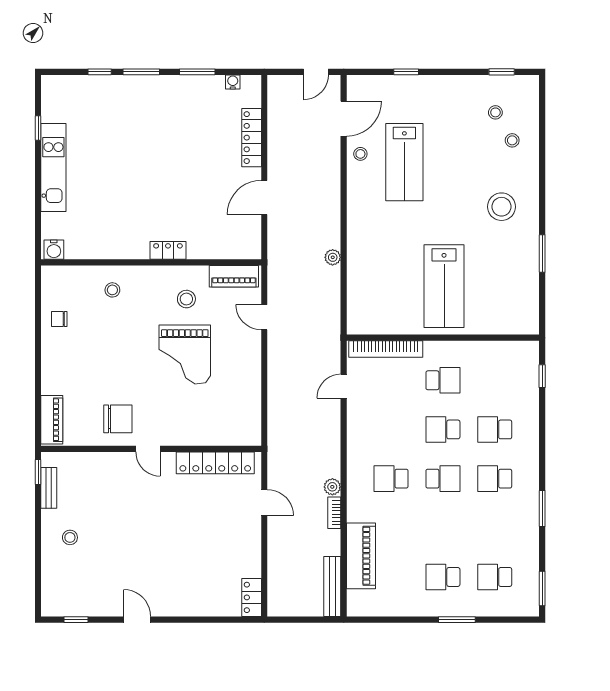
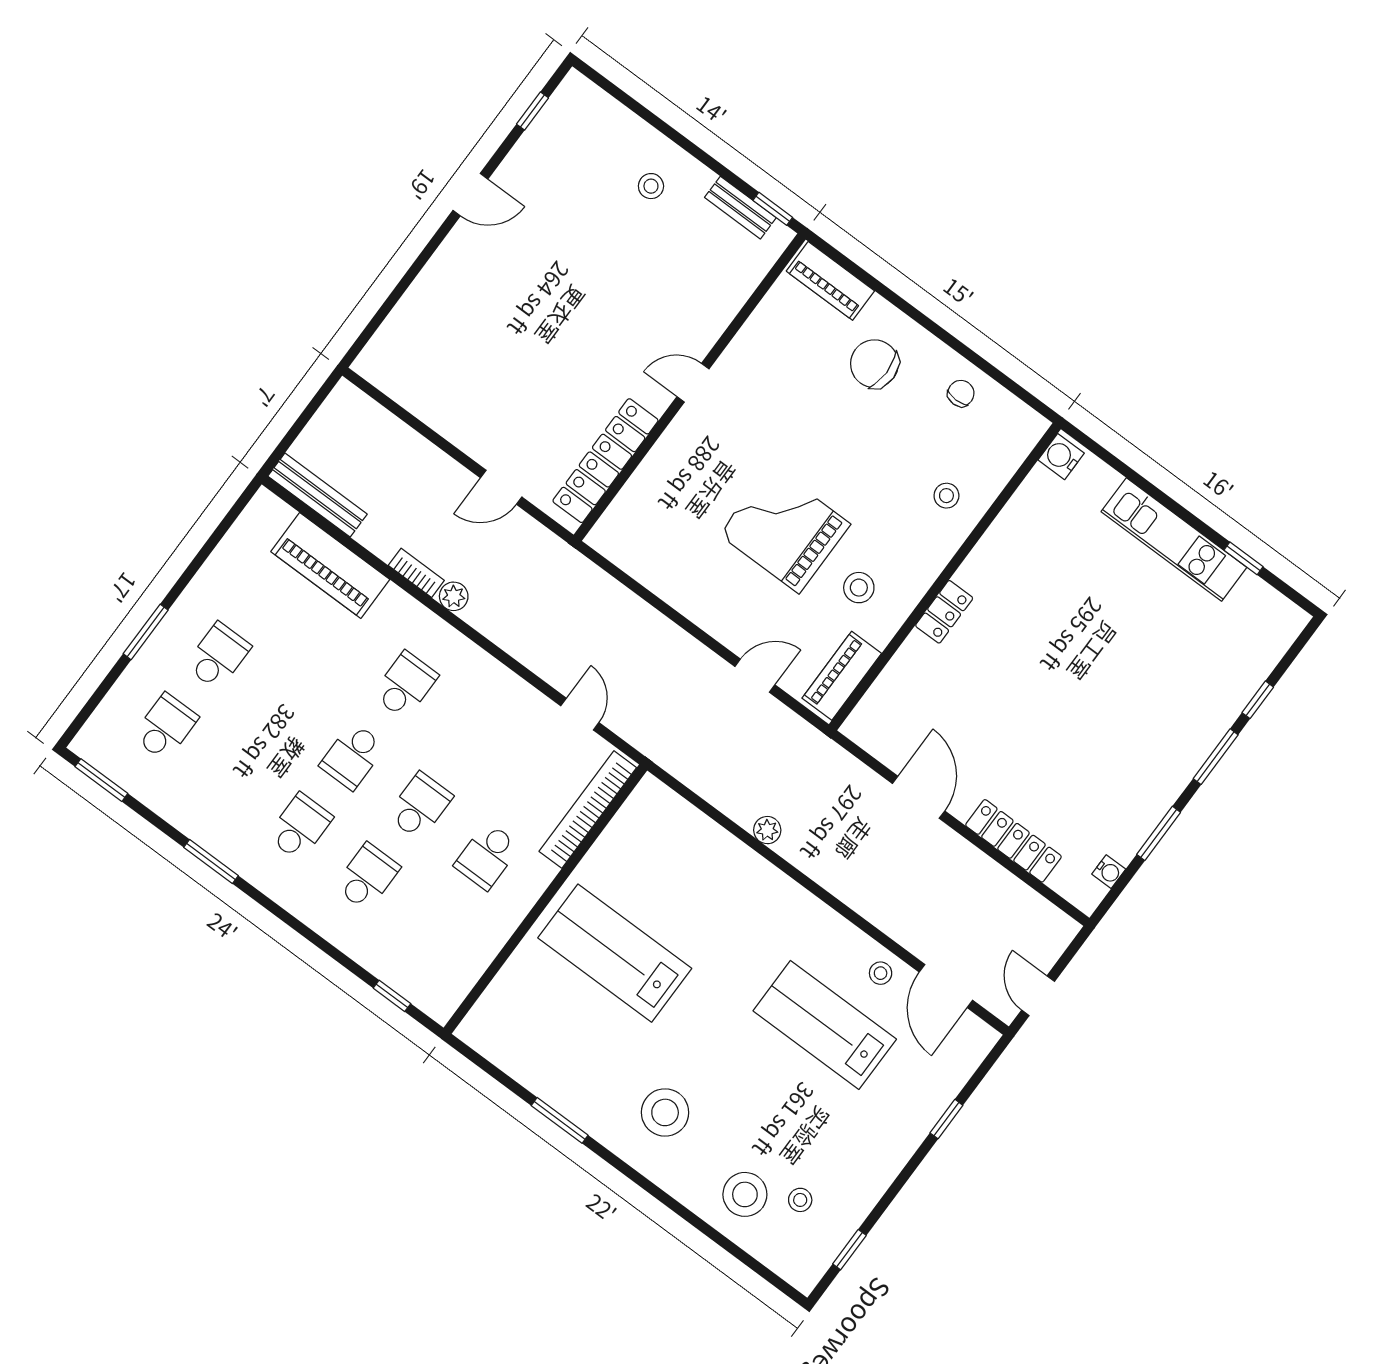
stool: (512, 140) -> (745, 1194), width x1.89, depth x1.89
chair: (118, 419) -> (874, 364), moved, turned 90
locker: (252, 597) -> (384, 374), removed

